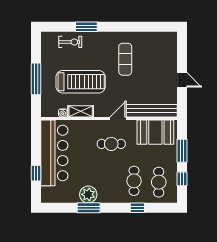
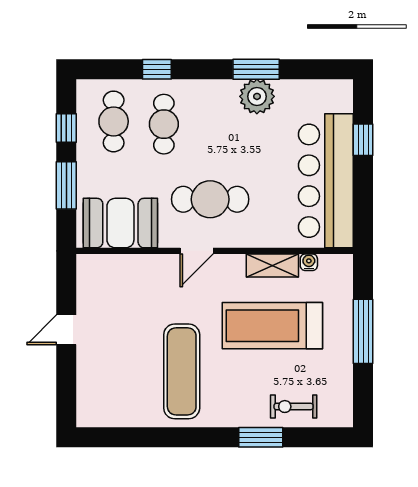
exercise mat: (125, 59) -> (182, 371), width x1.36, depth x1.45
door: (182, 80) -> (66, 330), hinge flipped
bench: (152, 111) -> (128, 267), removed
cafe table: (111, 144) -> (210, 199), width x1.37, depth x1.35

